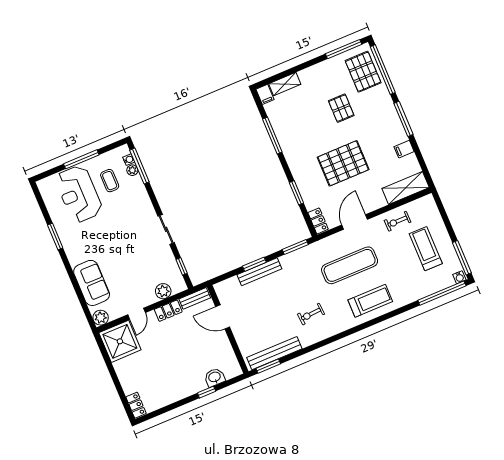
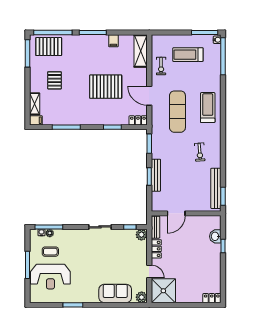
pallet: (341, 108) -> (54, 80), moved, turned 90
pallet: (343, 163) -> (106, 87), turned 90
plant: (163, 291) -> (141, 235), moved

